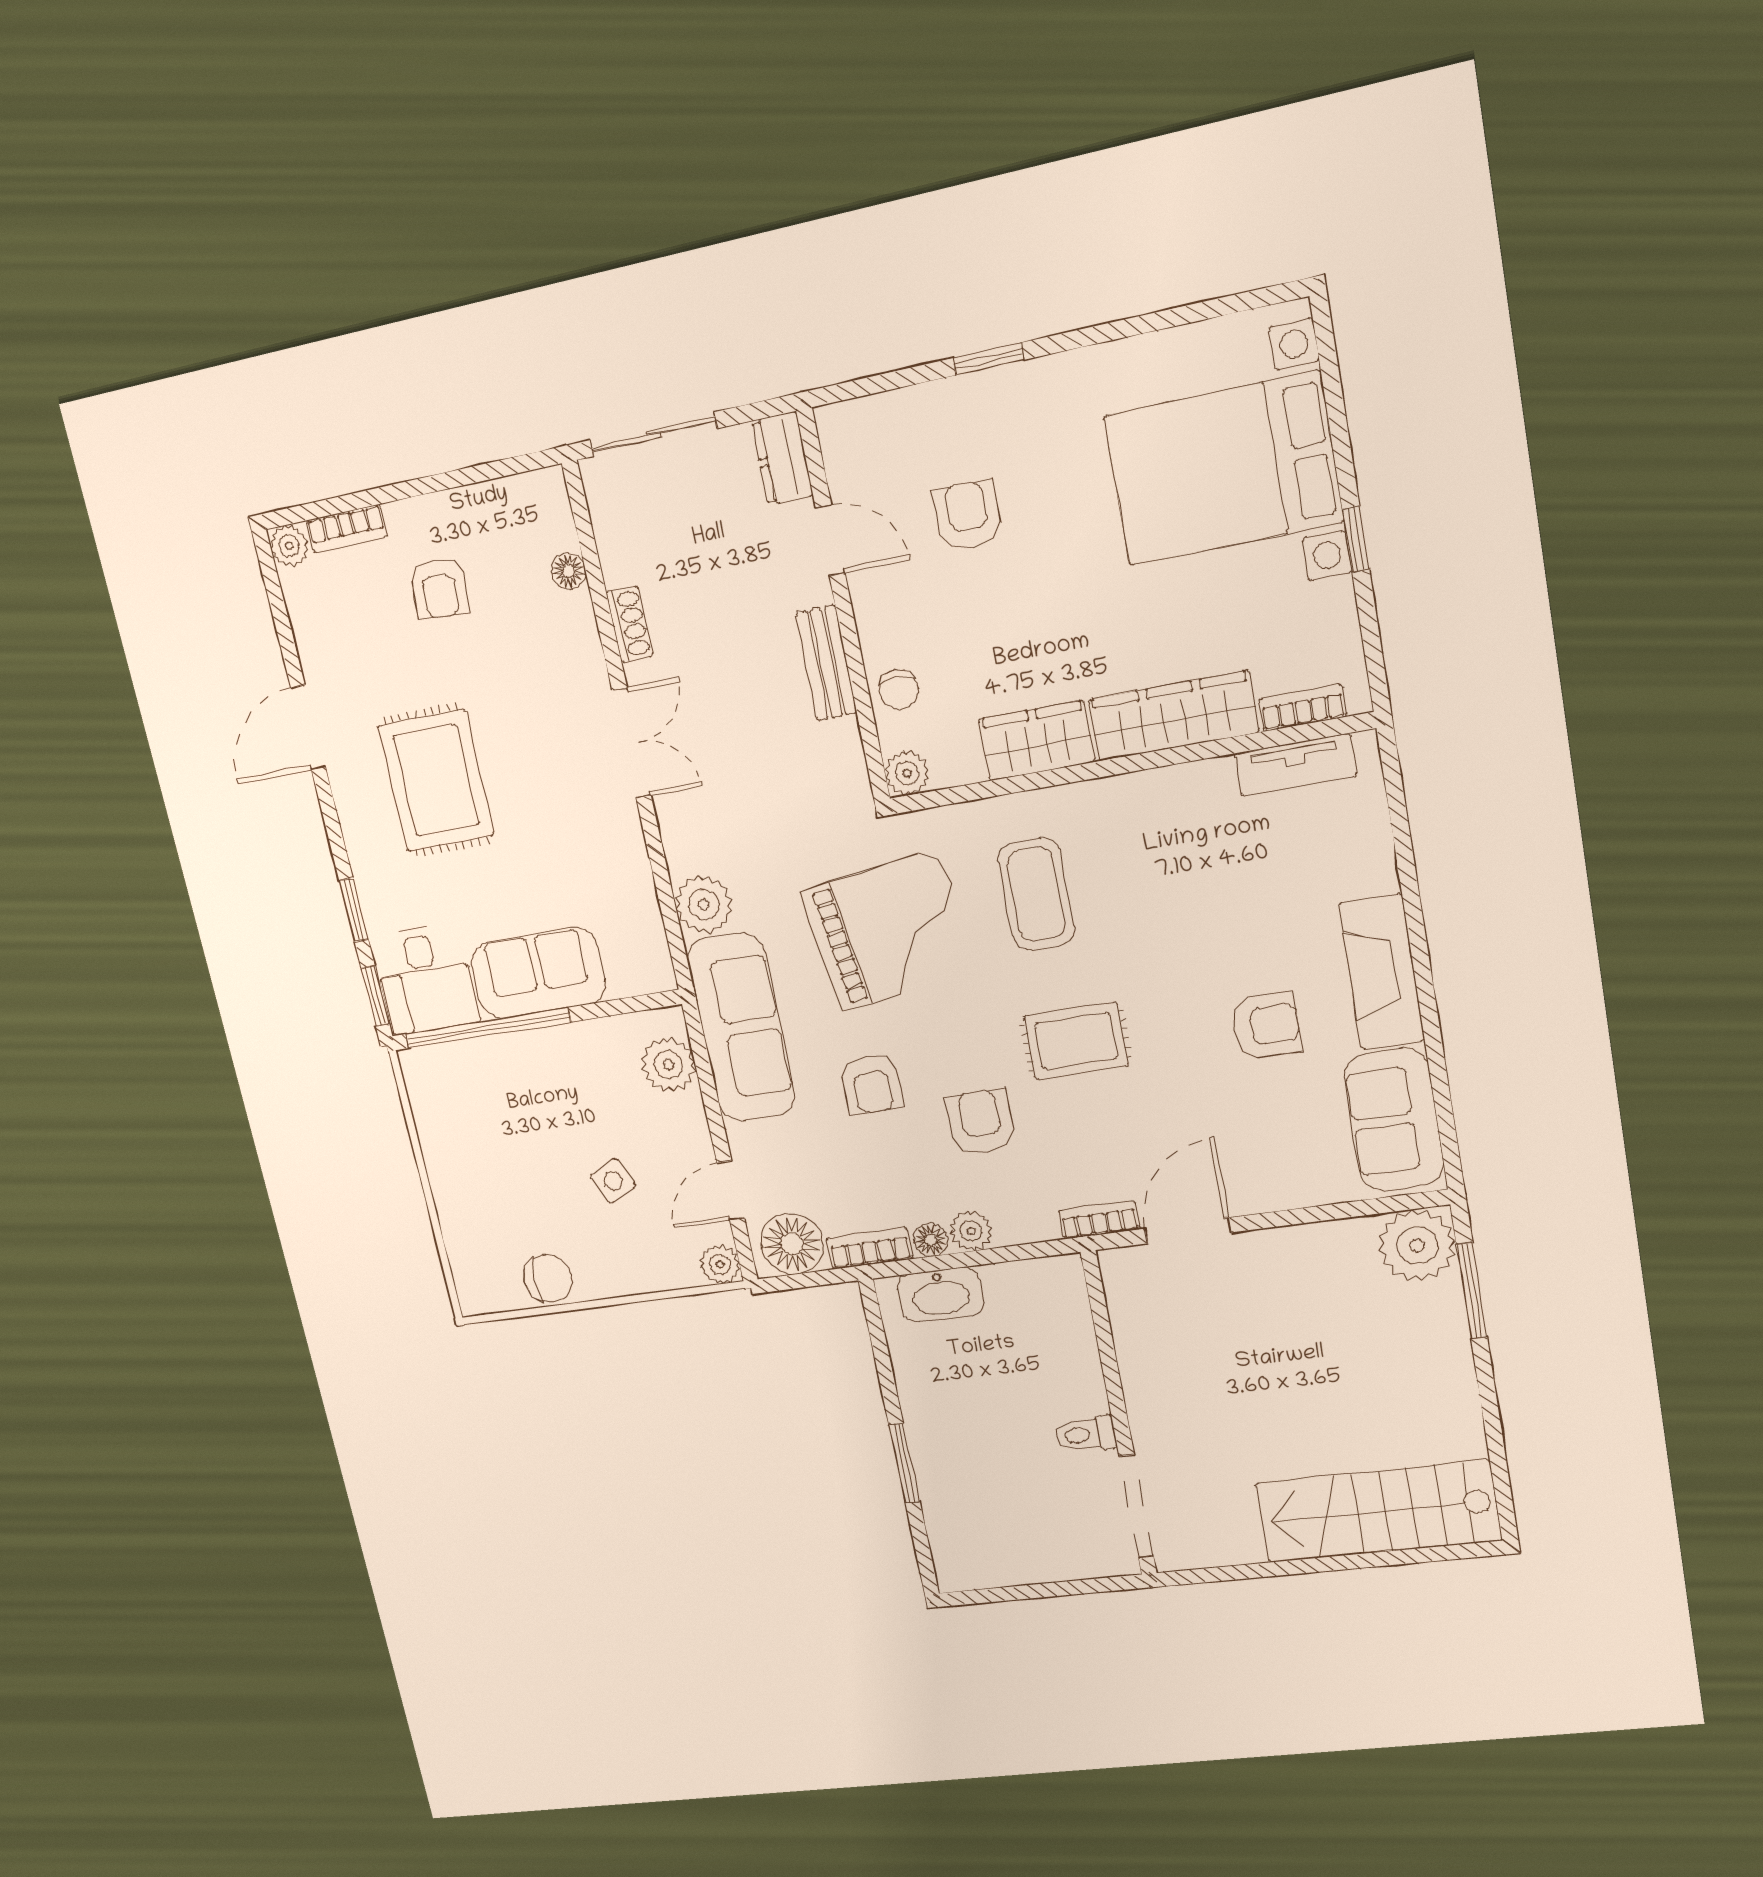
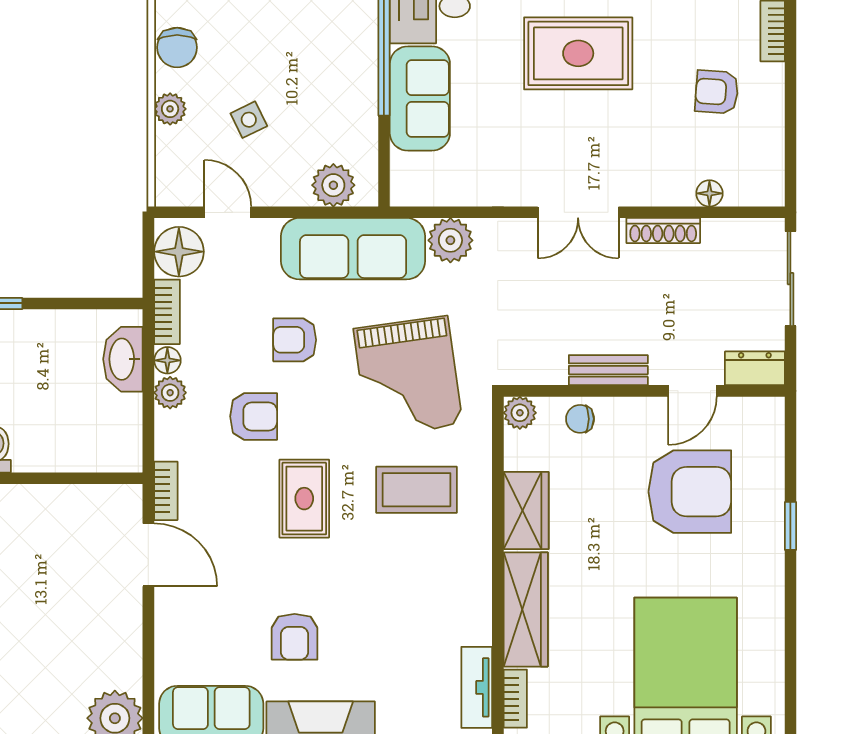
armchair: (968, 516) -> (690, 492), width x1.88, depth x1.88
shoe rack: (630, 624) -> (663, 231), width x1.43
plant: (720, 1264) -> (170, 109), moved

